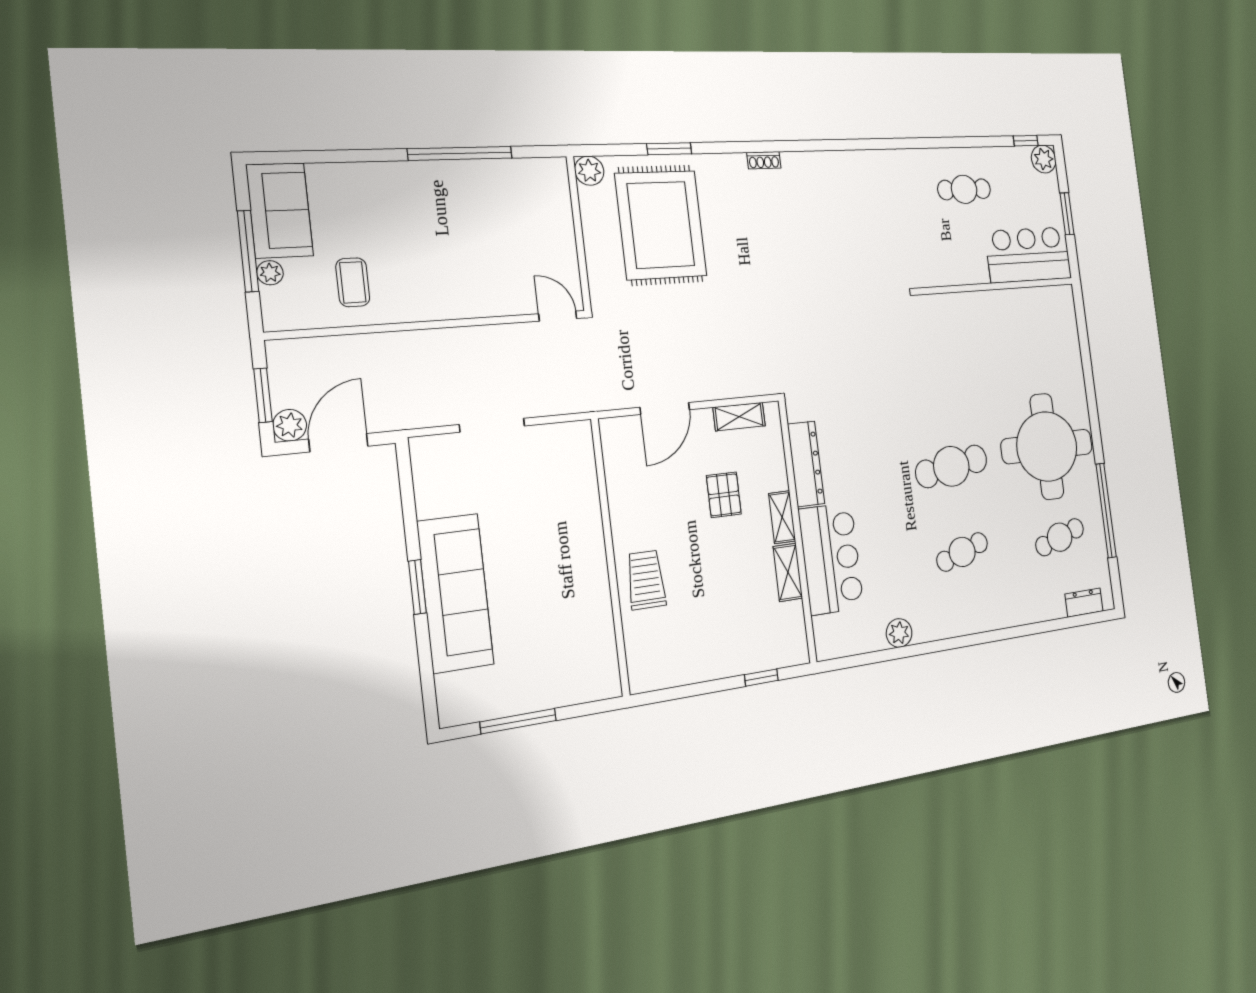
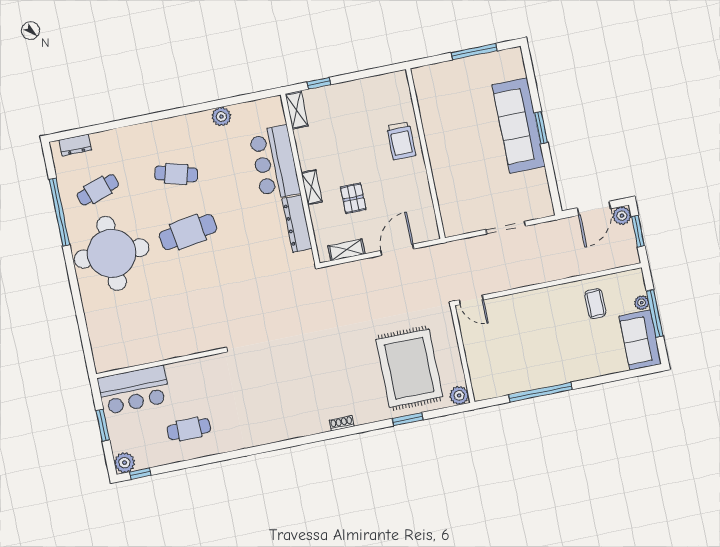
cafe table: (962, 552) -> (176, 174), turned 33
shelving: (788, 572) -> (297, 110), moved

